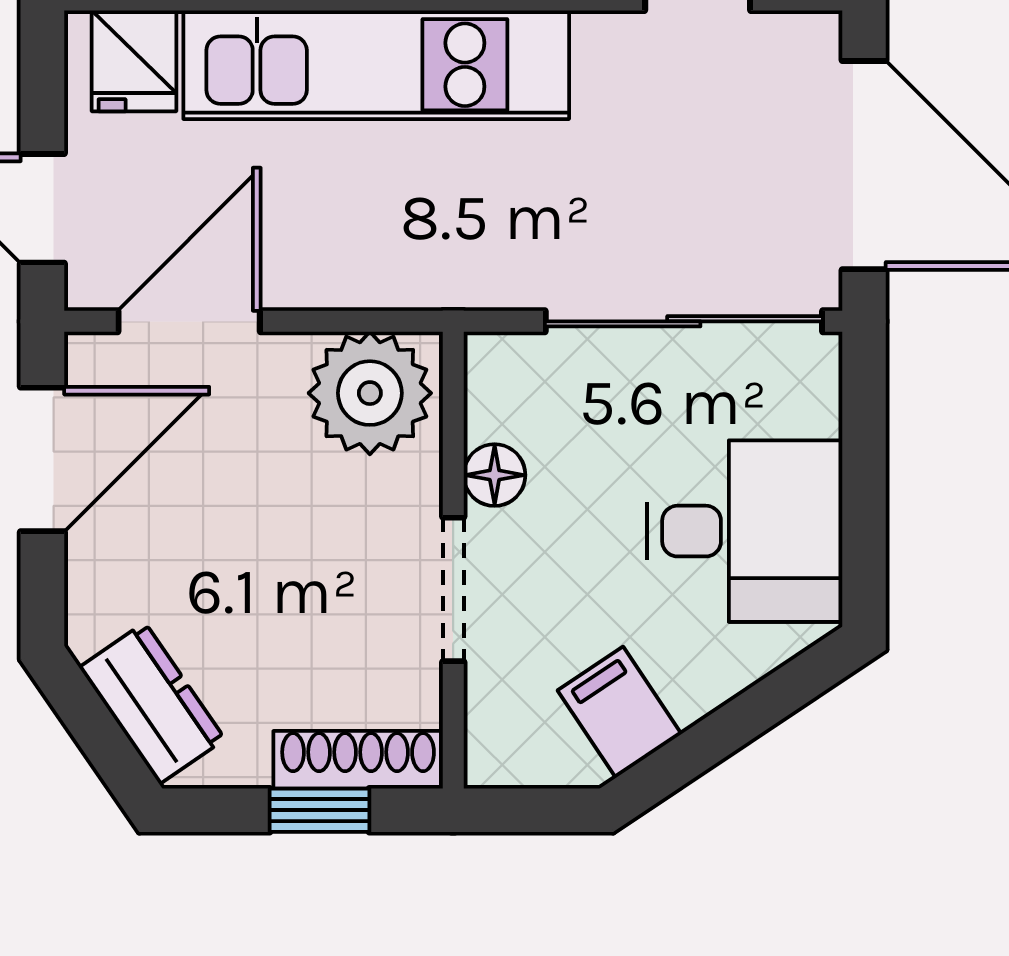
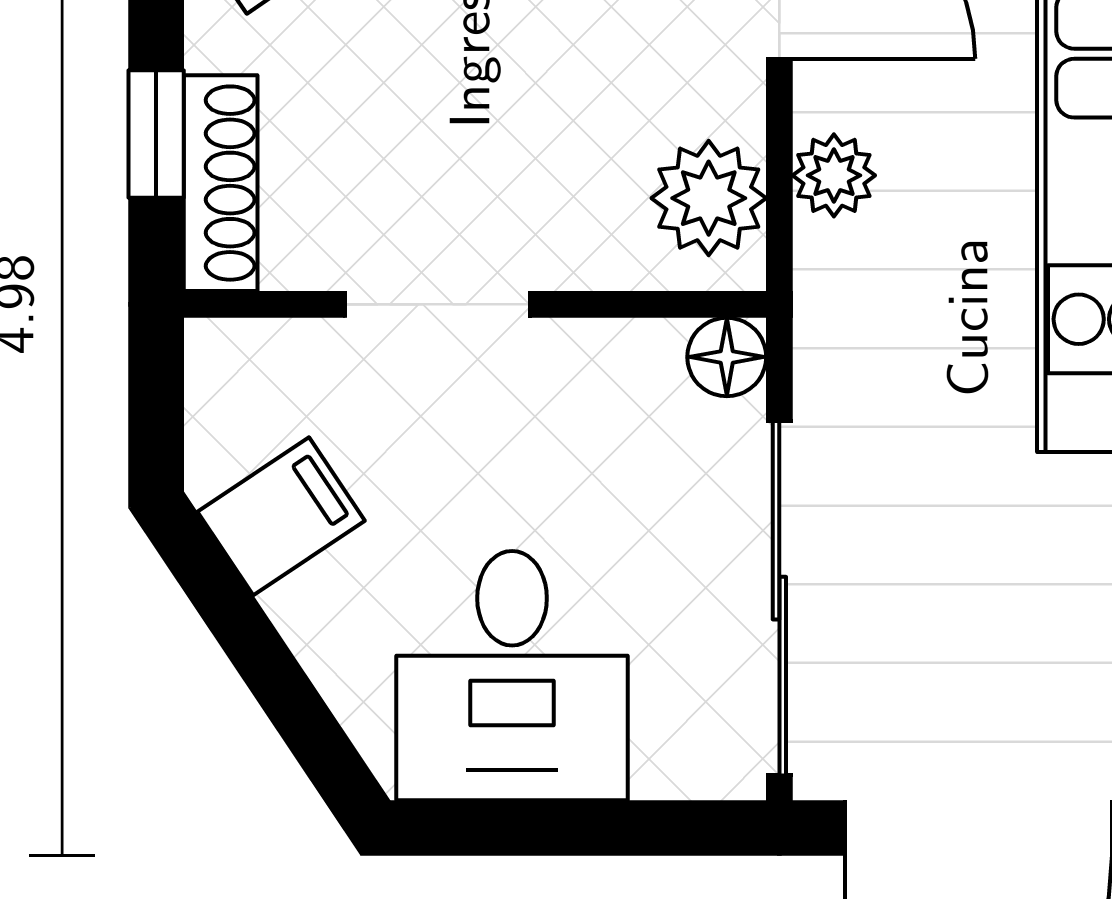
plant: (352, 278) -> (834, 175), added
plant: (370, 393) -> (709, 198), width x0.73, depth x0.73
floor lamp: (495, 475) -> (727, 357), moved

